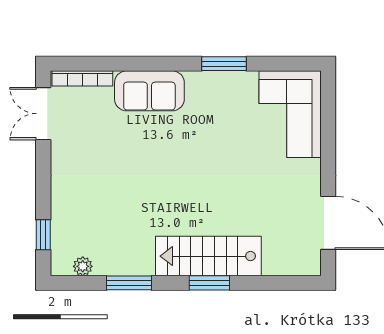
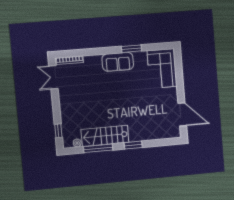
sofa: (149, 91) -> (118, 62), moved
stairs: (208, 256) -> (105, 136), moved
window: (129, 283) -> (98, 148), width x1.44

